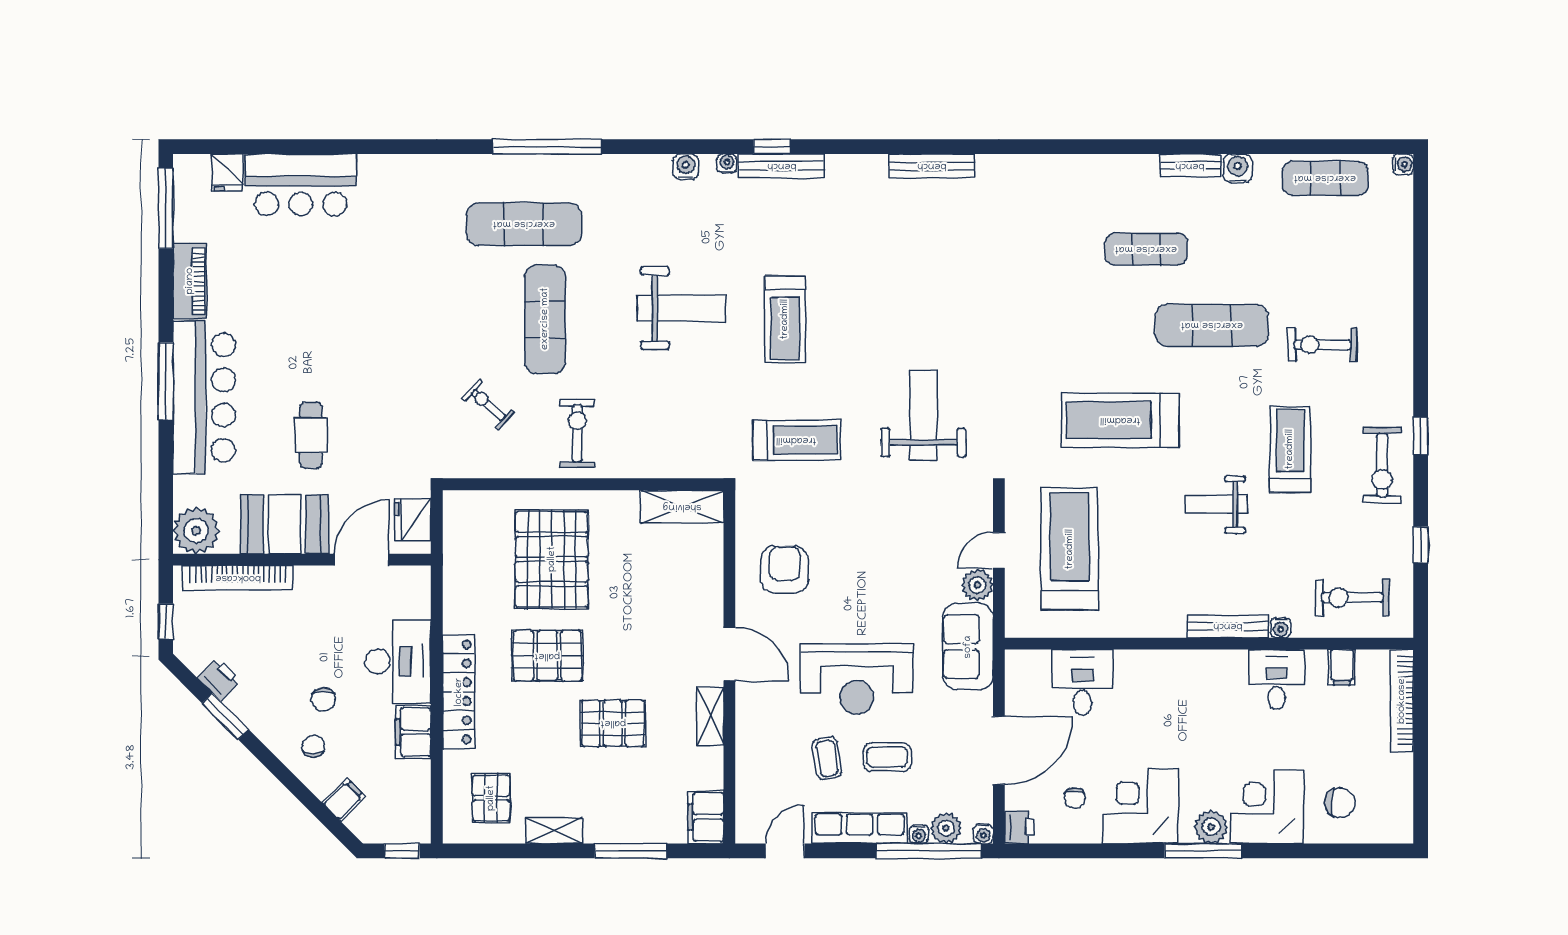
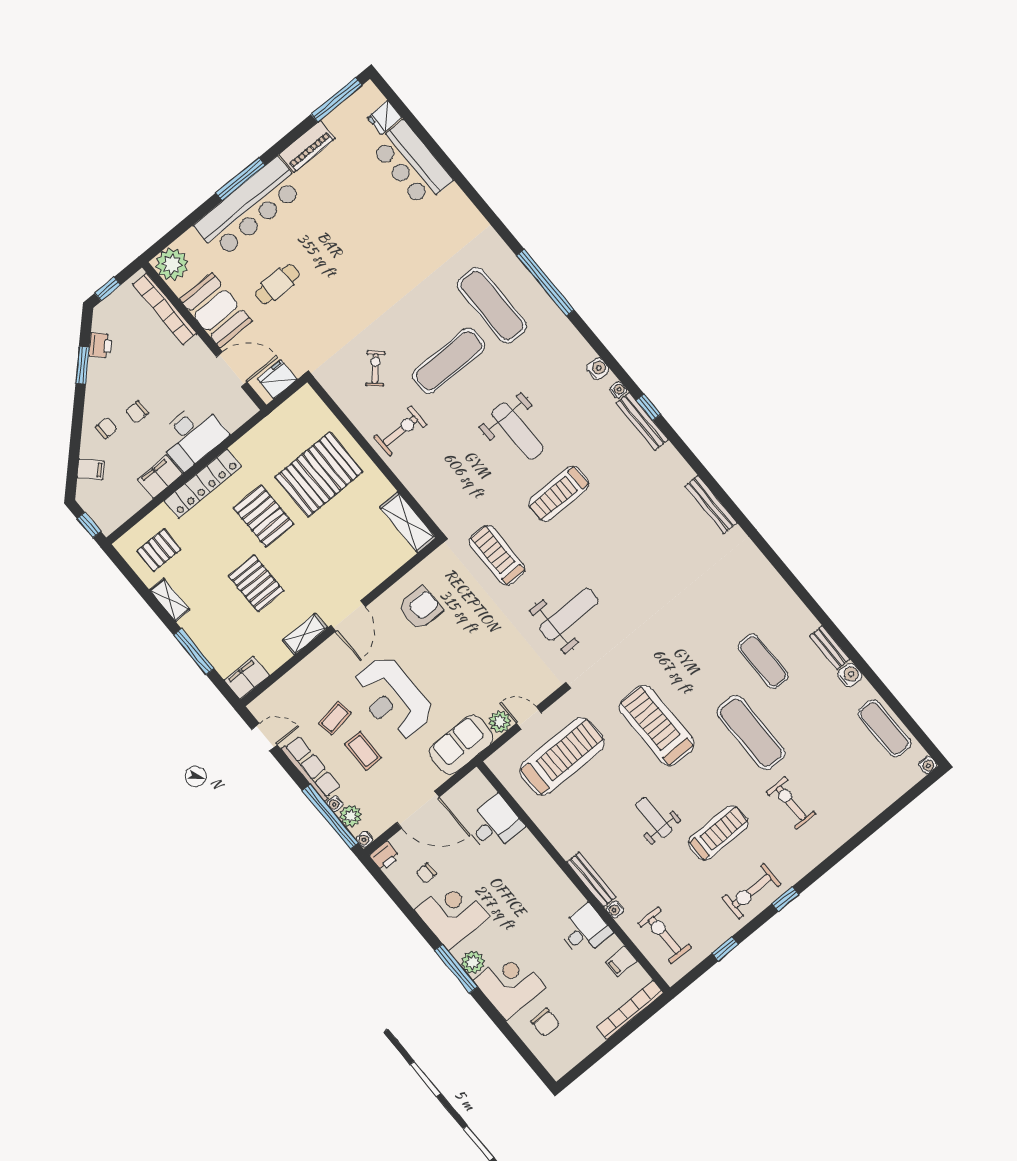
treadmill: (796, 440) -> (497, 555), turned 180

